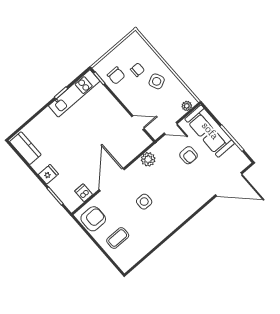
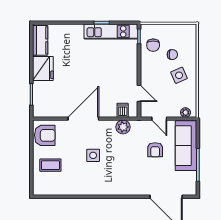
fridge: (48, 174) -> (43, 69), width x1.88, depth x1.34
dishwasher: (84, 193) -> (123, 110), moved

